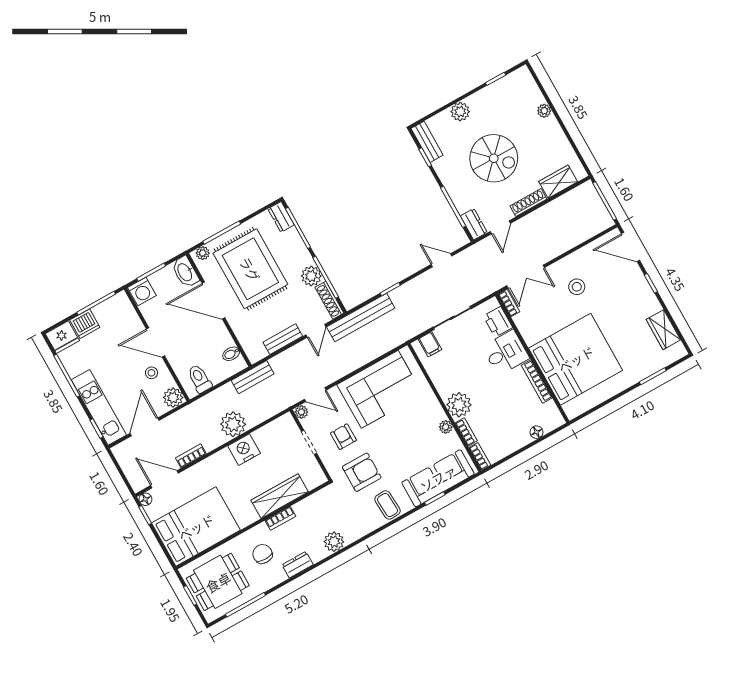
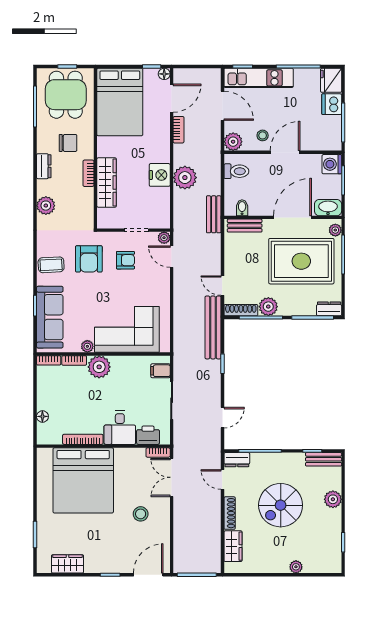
bench: (283, 339) -> (245, 226), moved, turned 90
corner sofa: (380, 389) -> (127, 329), moved, turned 90
door: (315, 395) -> (172, 257), hinge flipped

